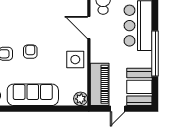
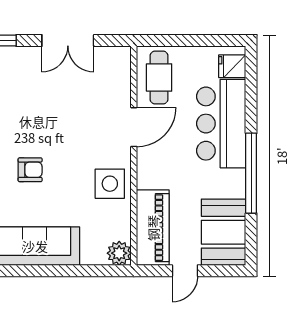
door: (89, 28) -> (134, 127), swing flipped
armchair: (30, 52) -> (30, 170), turned 90

